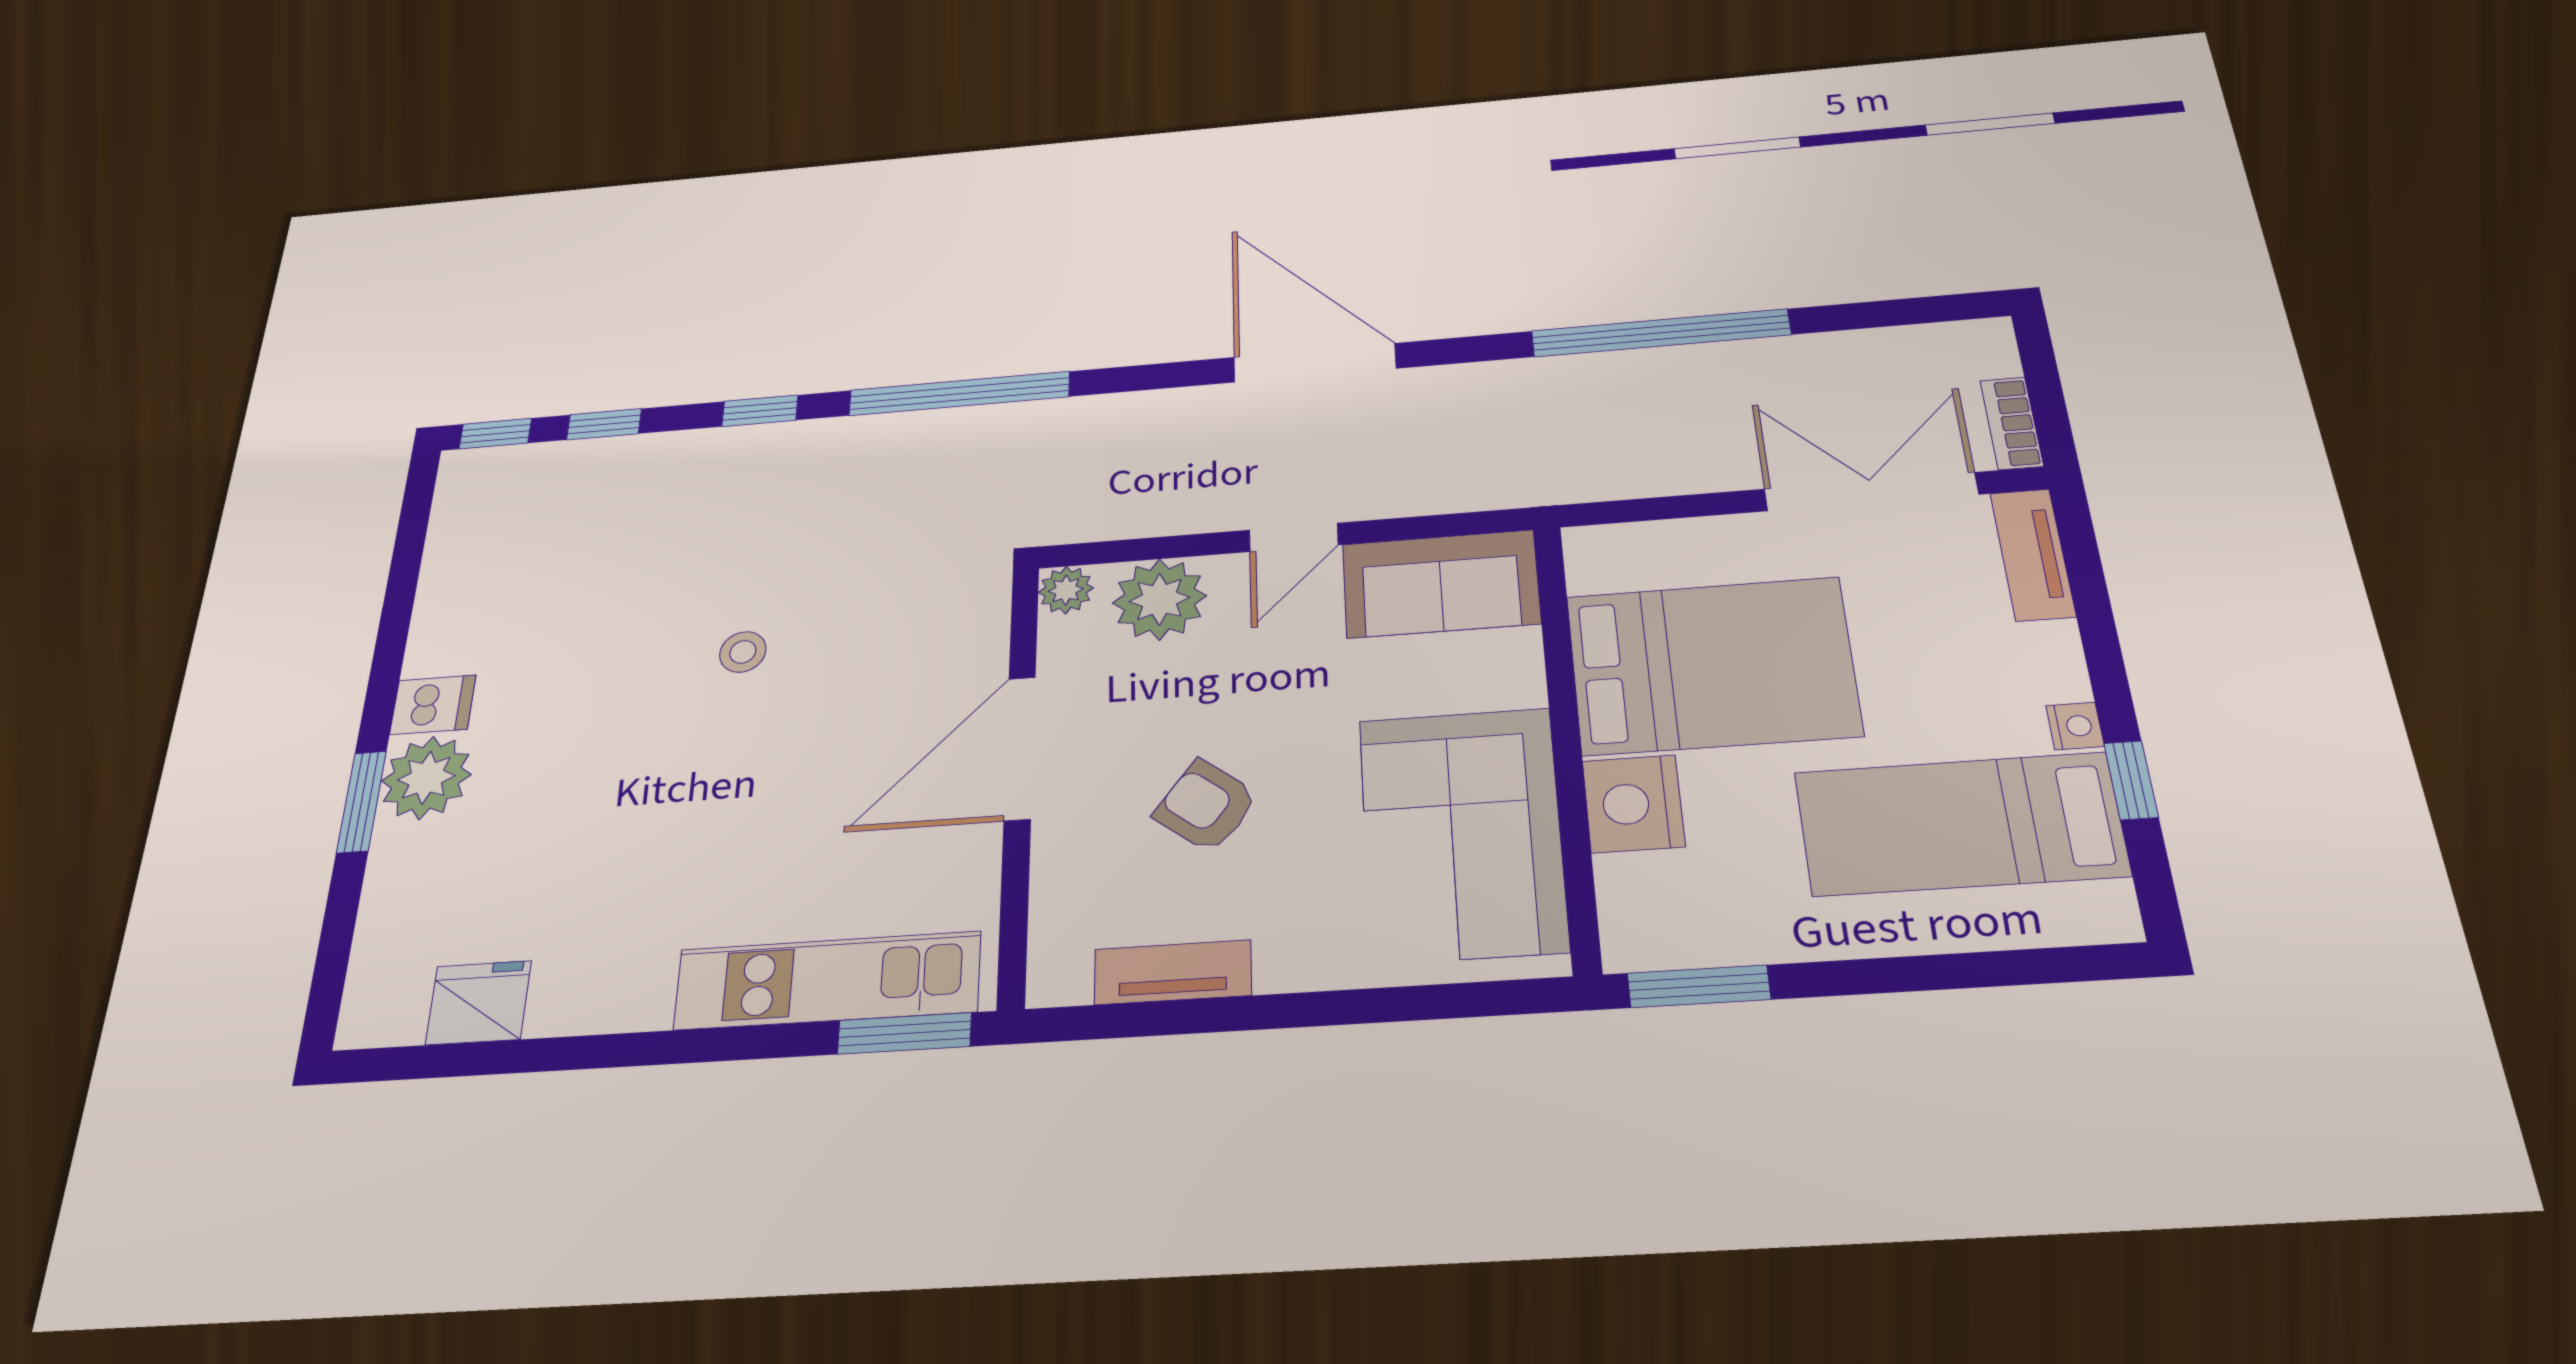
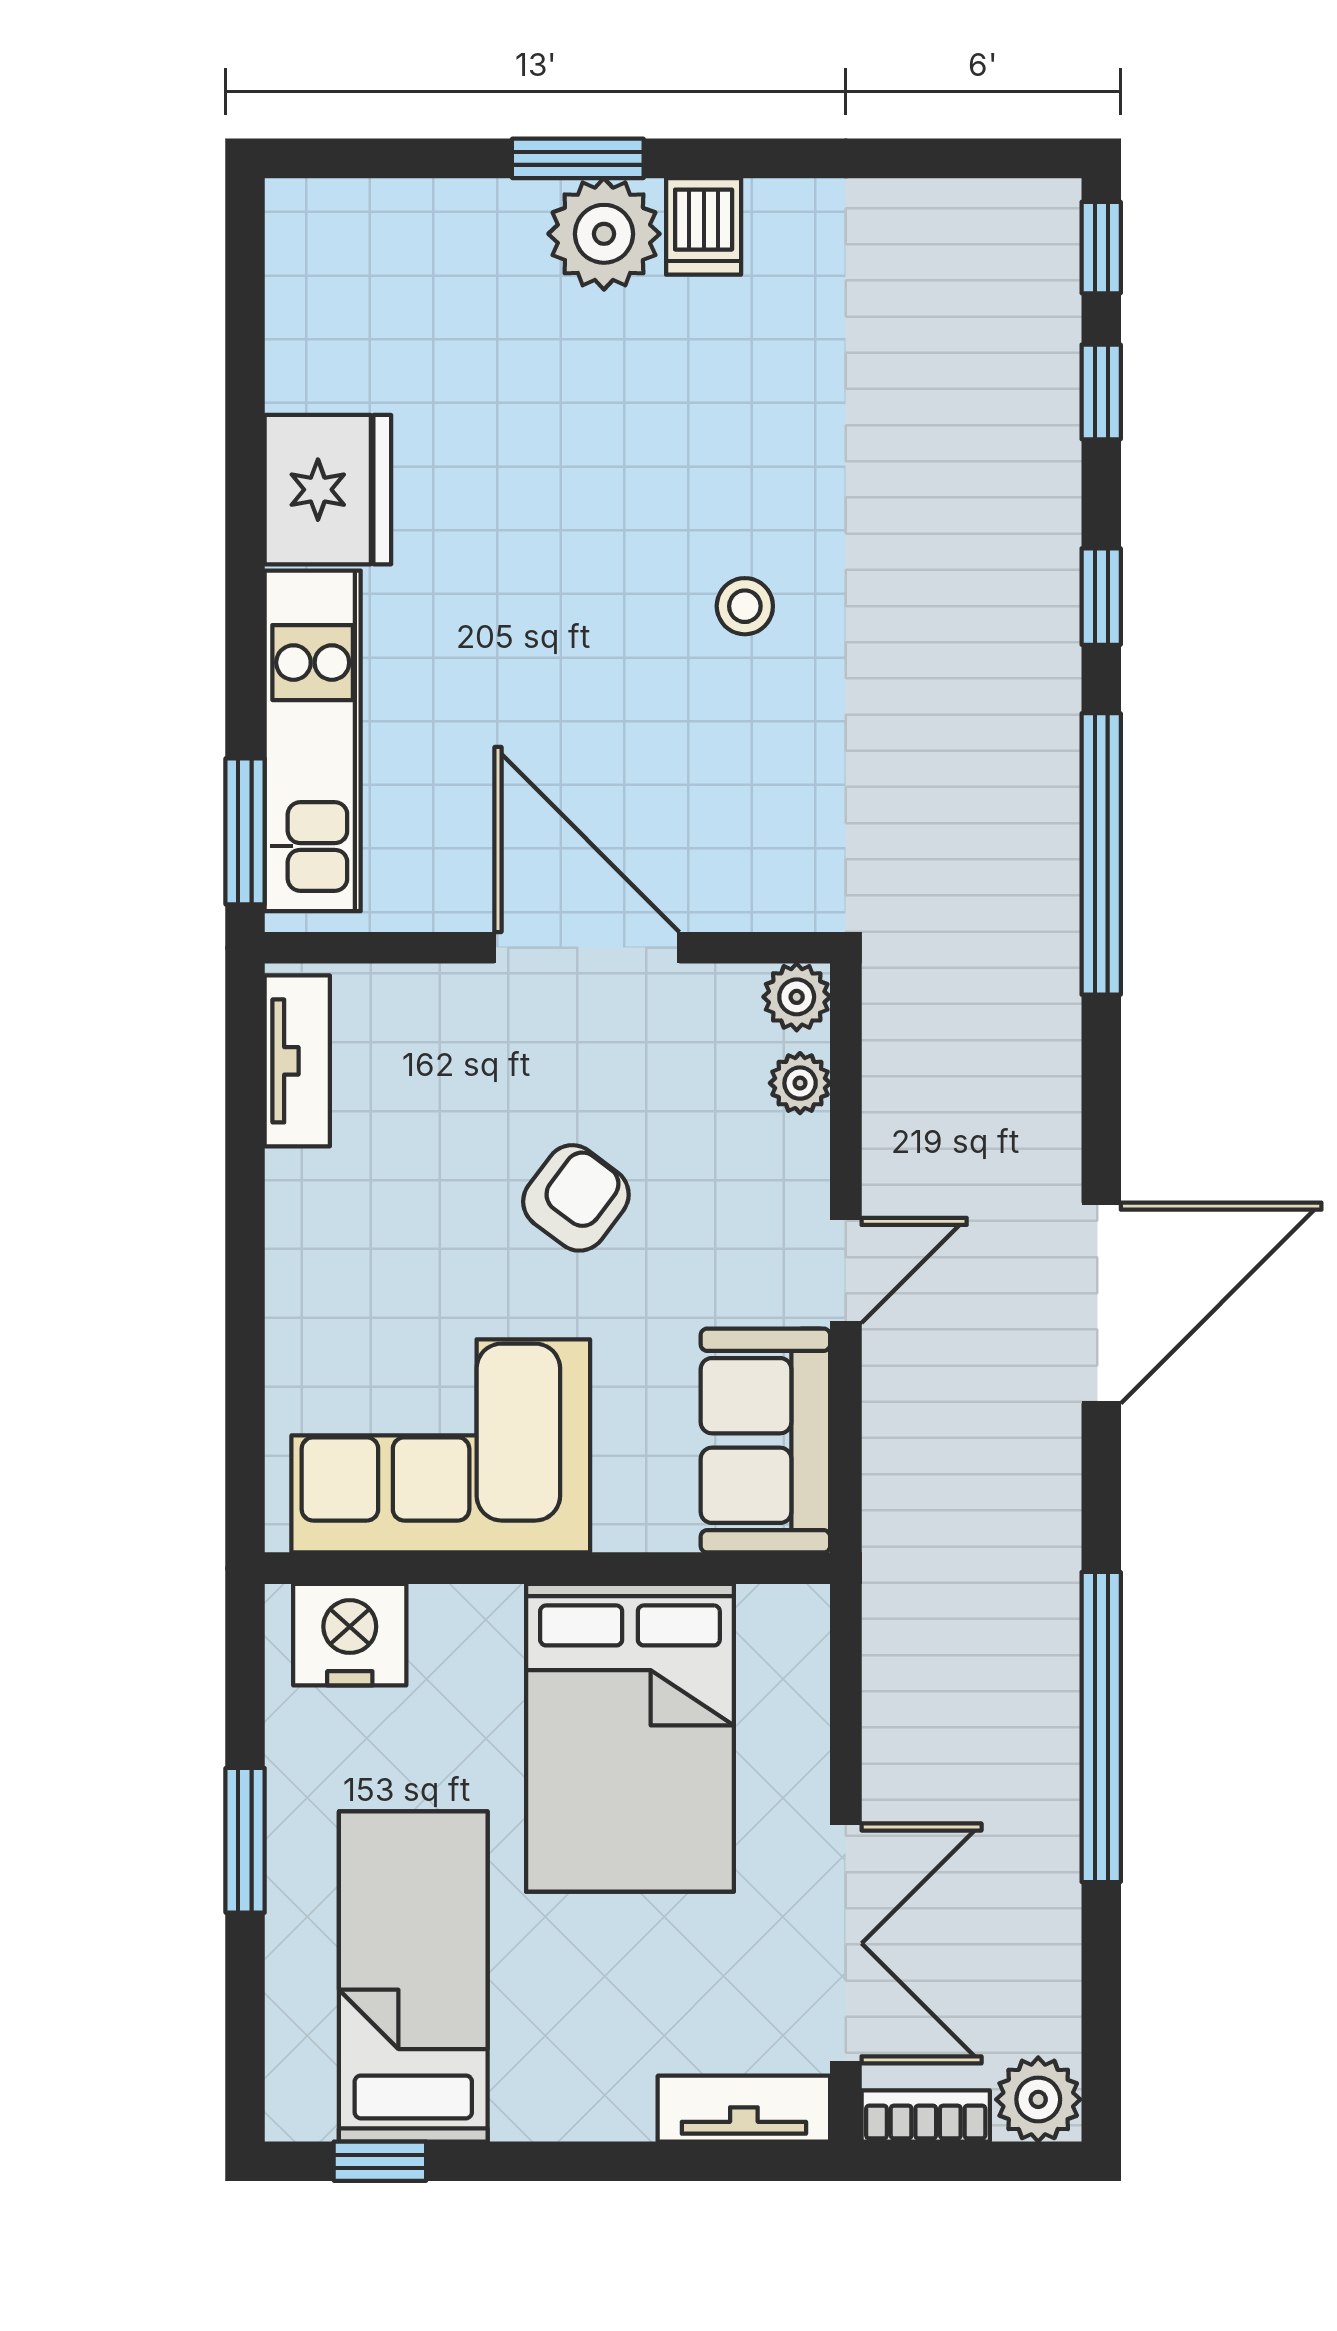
plant: (1981, 348) -> (1038, 2099), added
door: (1294, 537) -> (846, 1270), swing flipped
plant: (1159, 599) -> (800, 1083), width x0.53, depth x0.53
nightstand: (2075, 726) -> (521, 2115), removed
window: (2131, 780) -> (380, 2161), moved
nightstand: (1633, 804) -> (350, 1635), moved
armchair: (1206, 806) -> (576, 1198), moved
tv unit: (1173, 972) -> (297, 1061), moved
window: (1699, 986) -> (245, 1840), moved
fridge: (479, 1003) -> (328, 490), moved, width x1.36, depth x1.34

